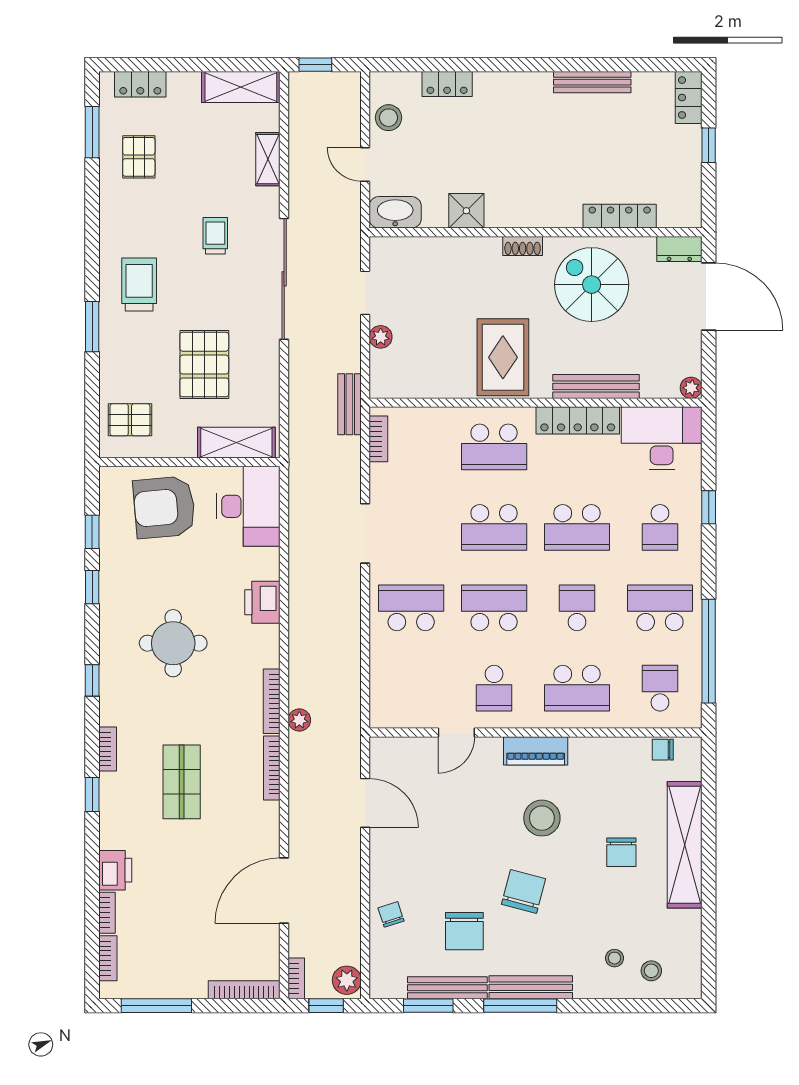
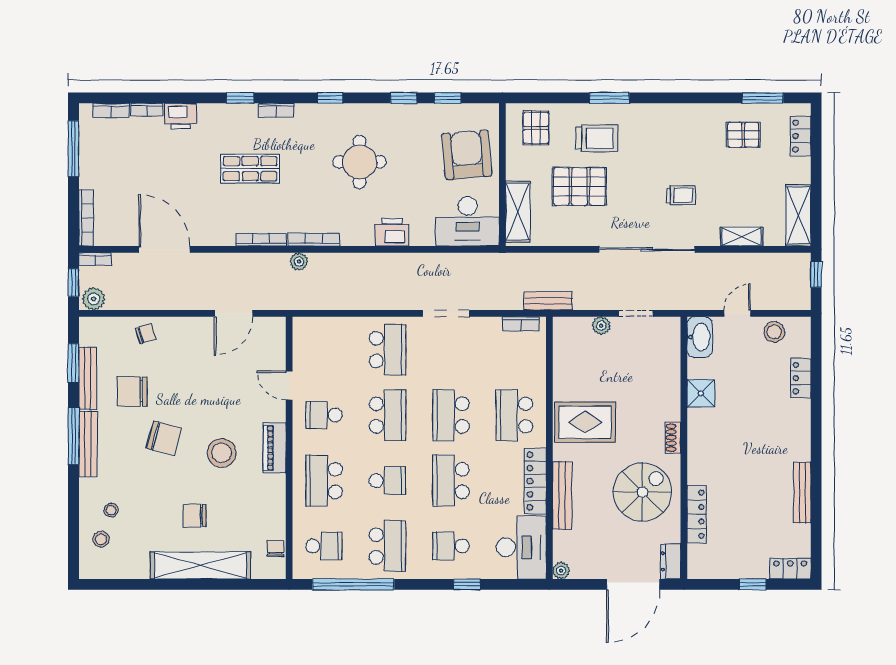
trolley: (139, 285) -> (597, 138), moved

